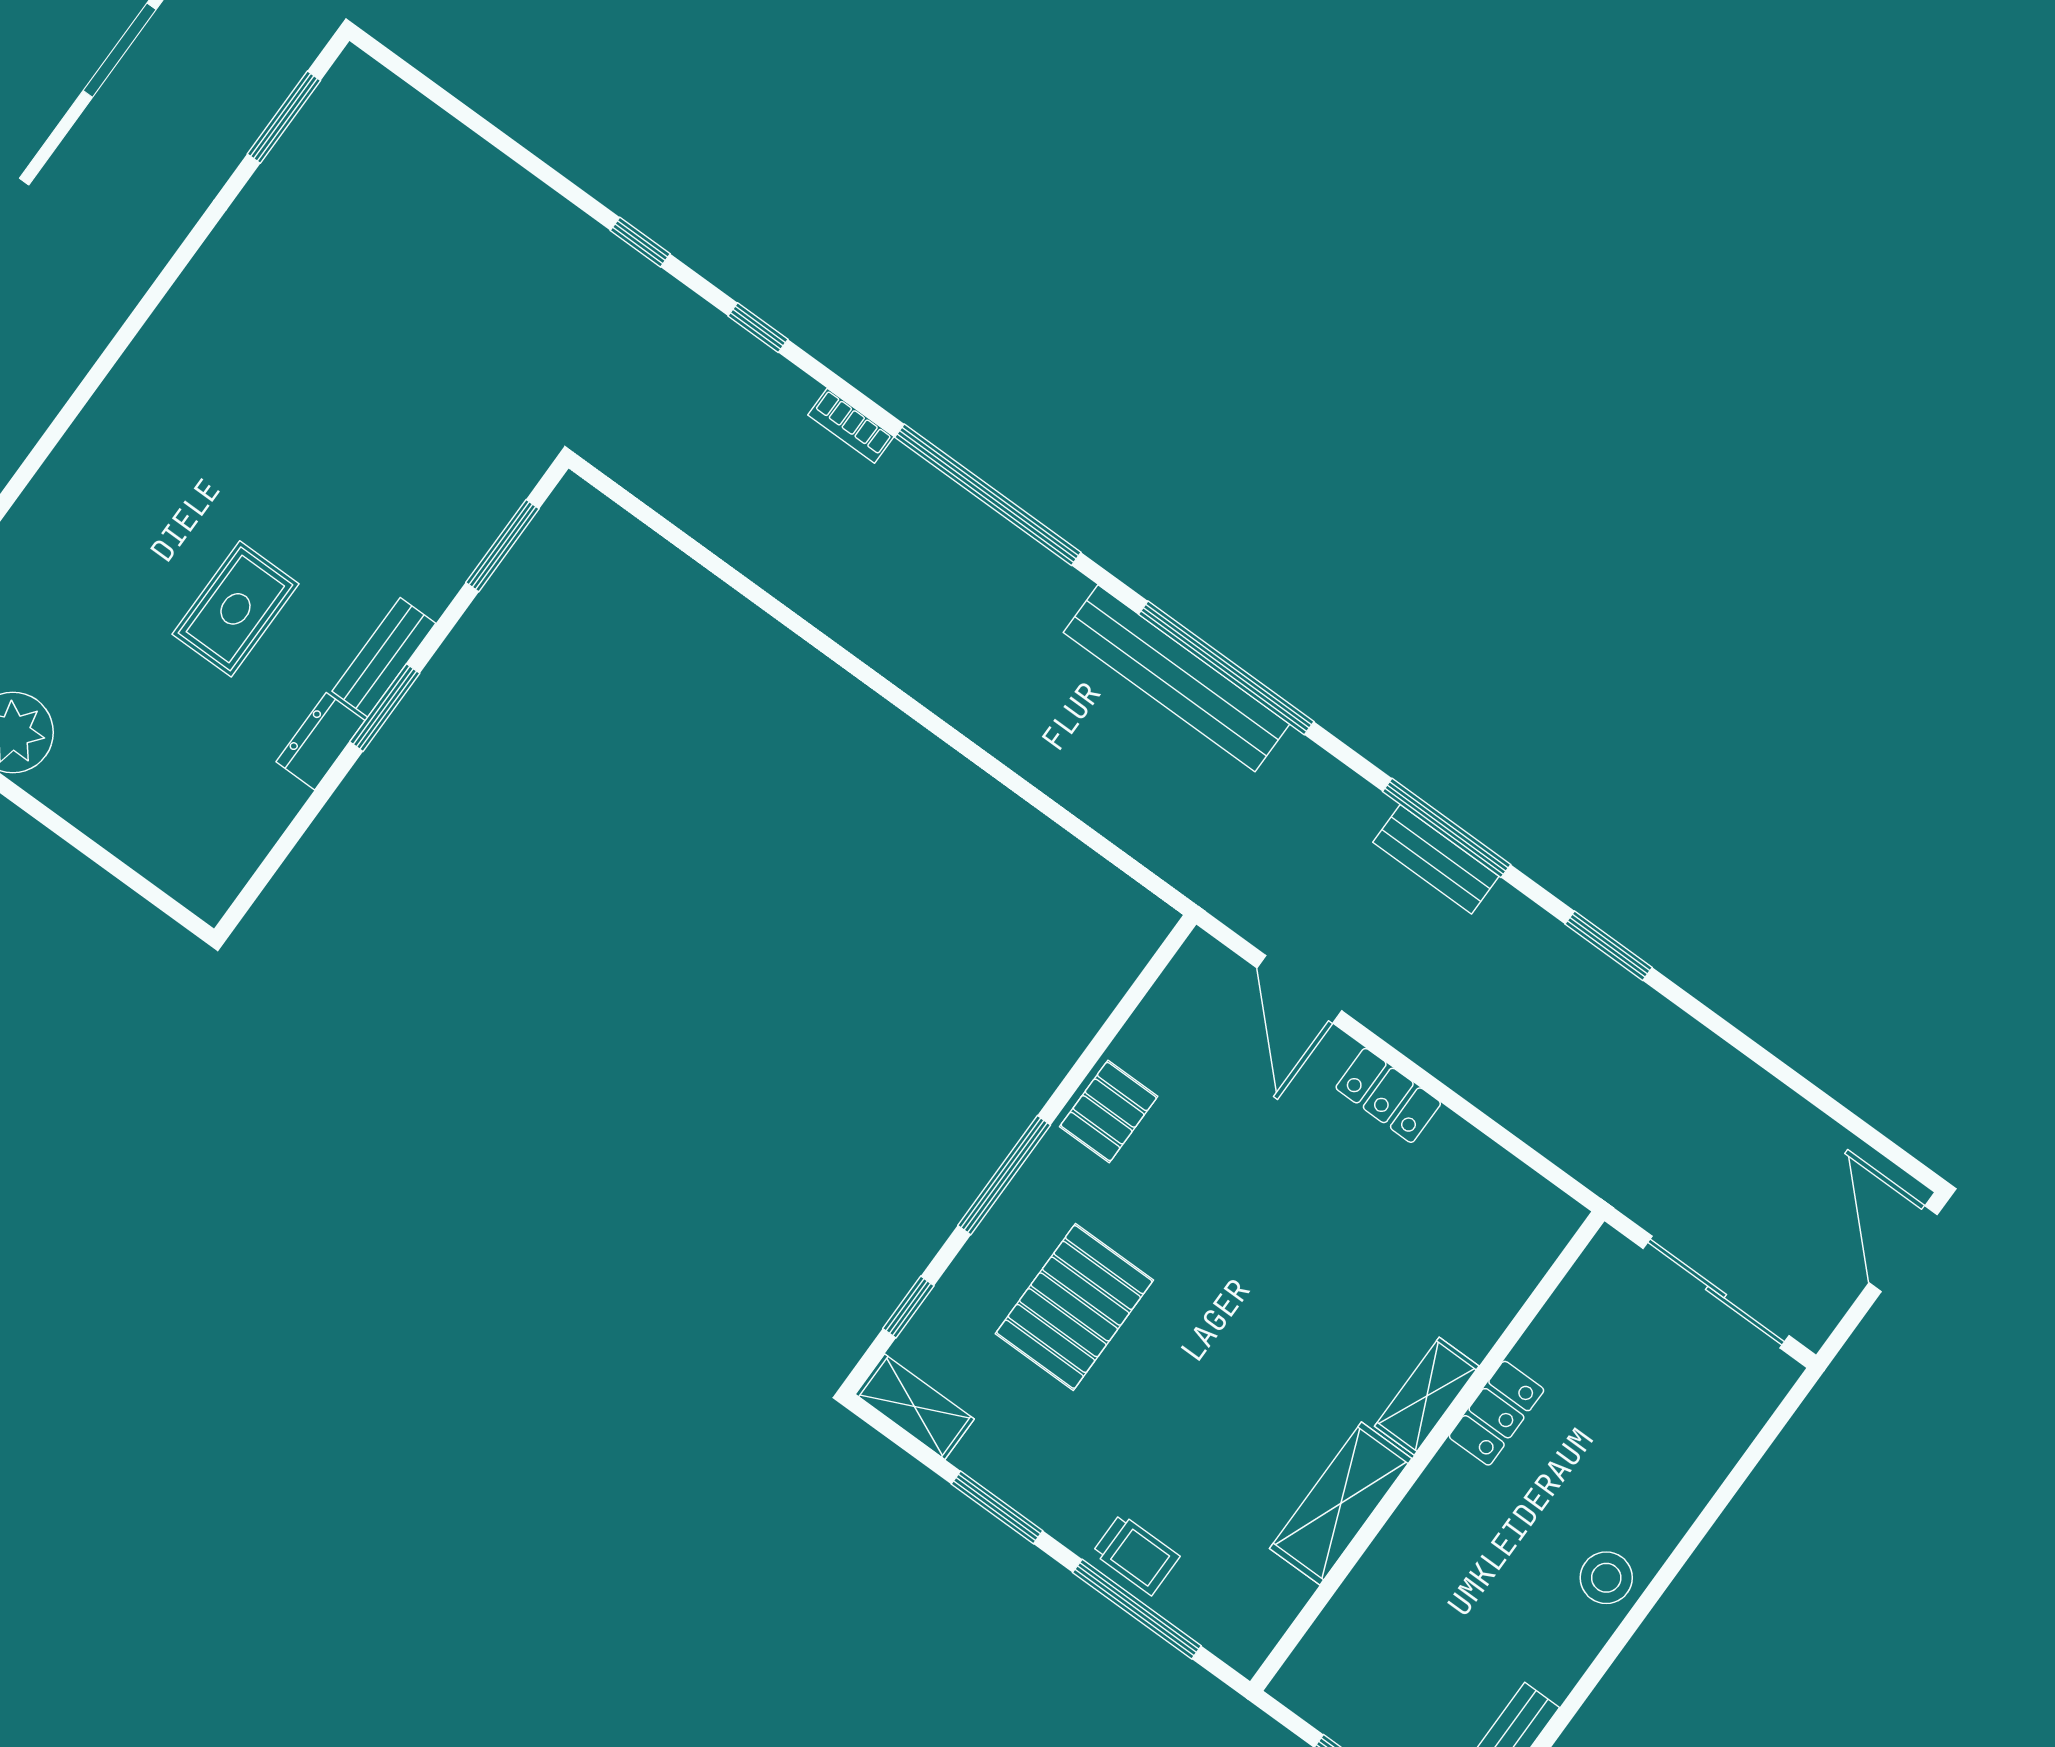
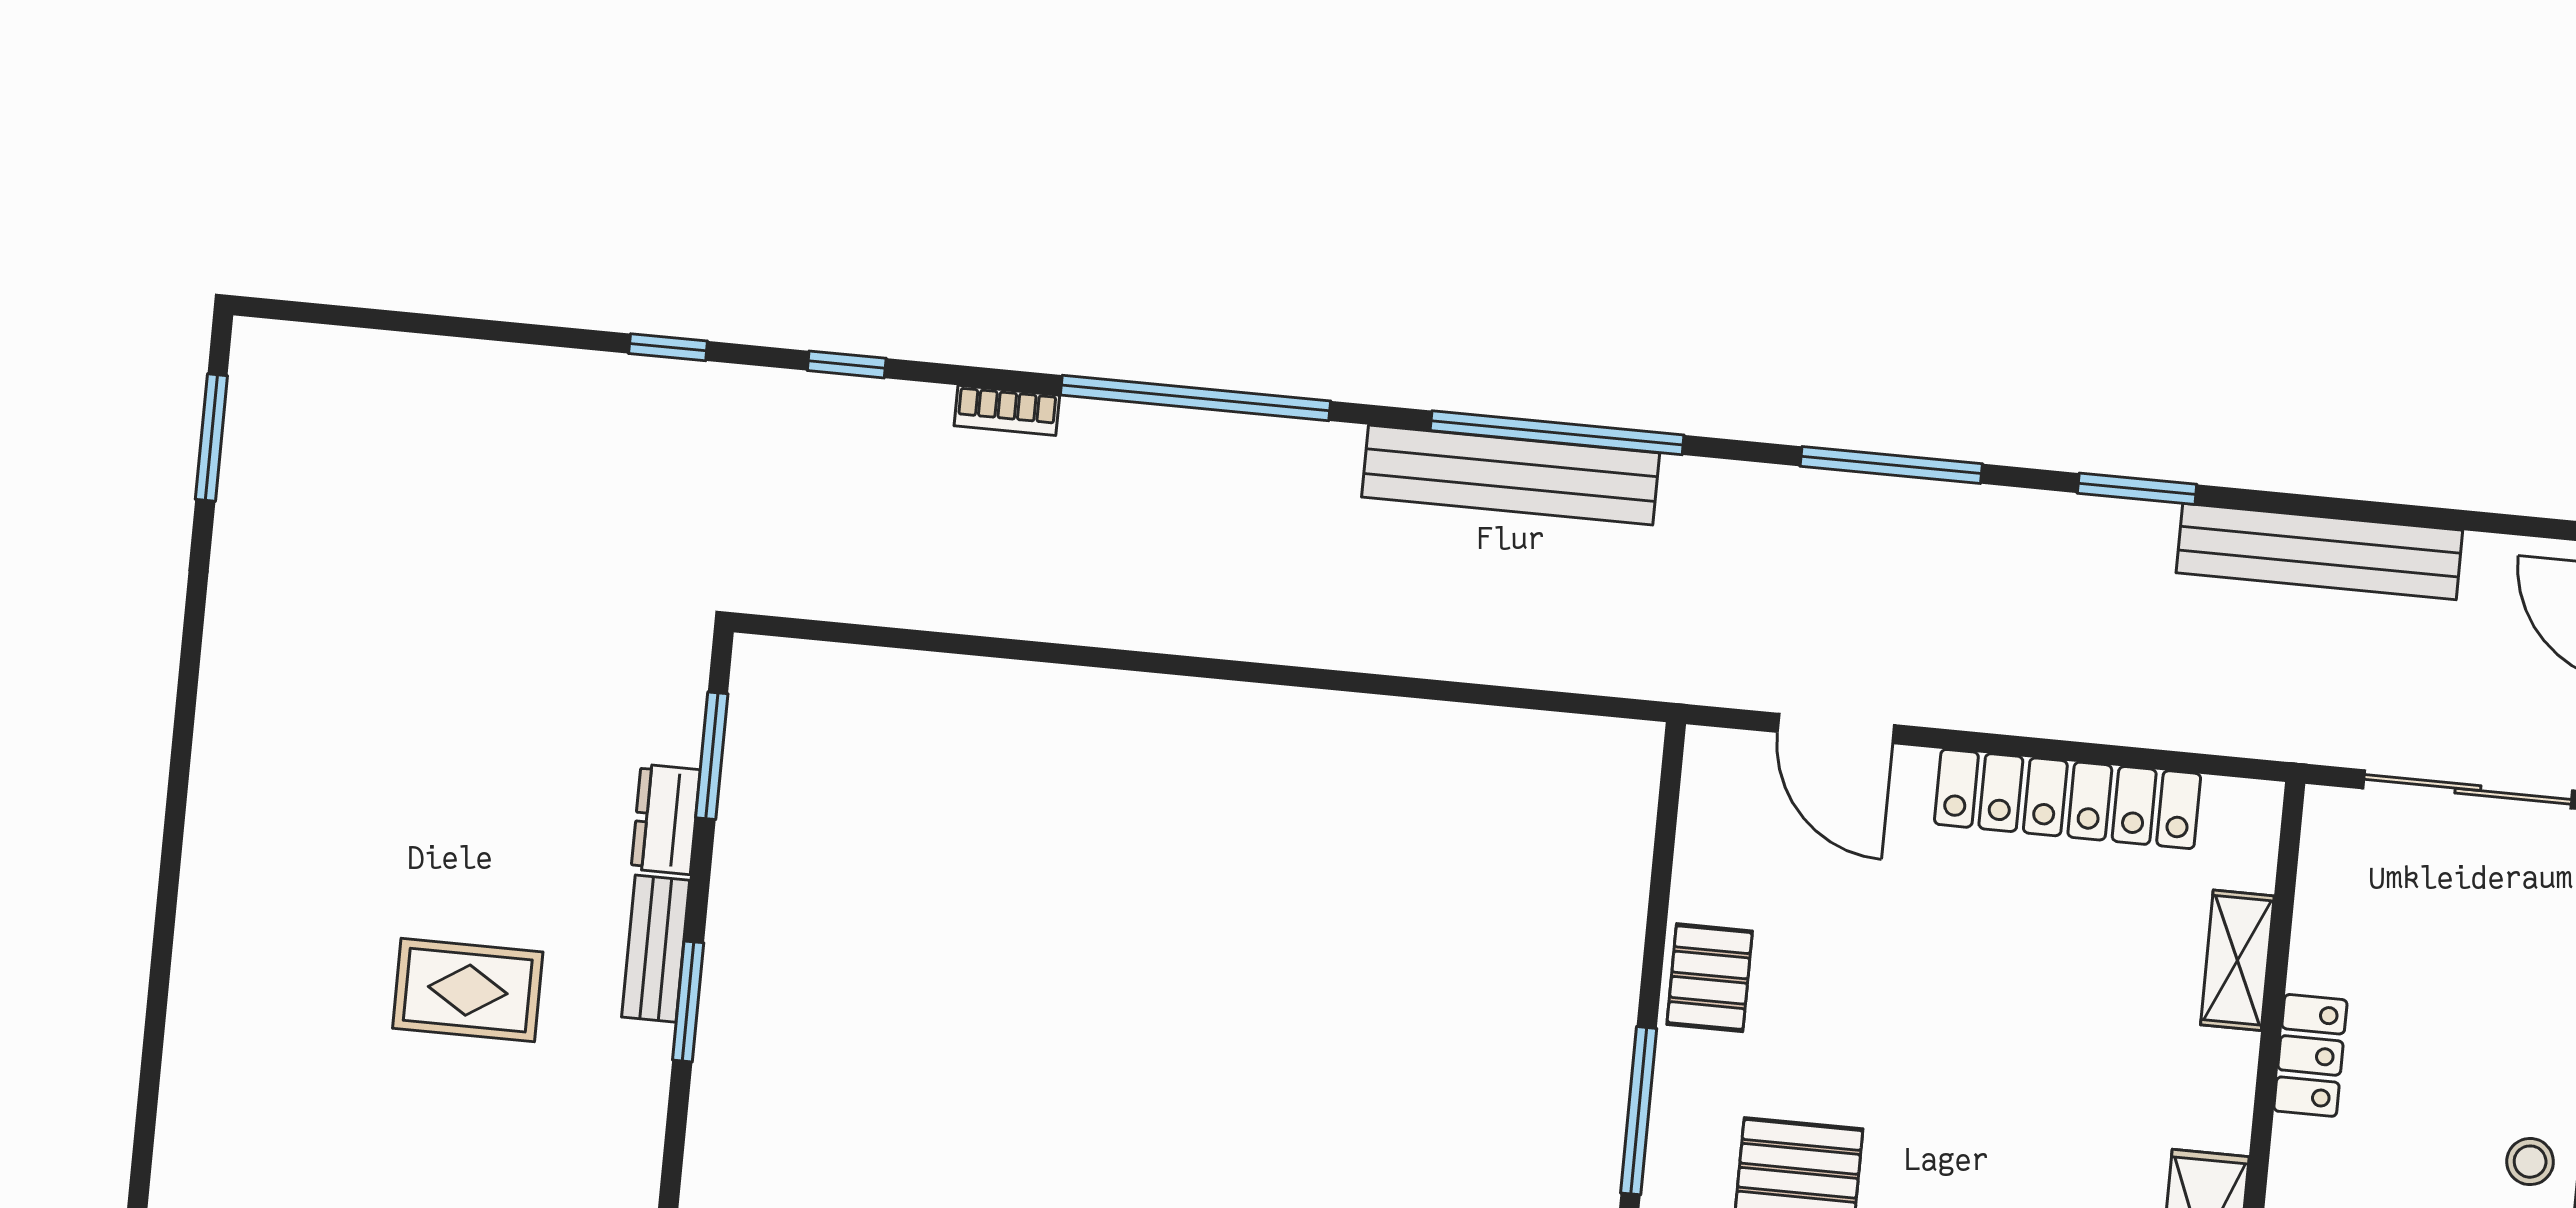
rug: (235, 609) -> (468, 990), turned 90
dresser: (321, 741) -> (666, 819), moved
bench: (1436, 859) -> (2319, 551), moved, width x1.86, depth x1.21
locker: (1388, 1095) -> (2068, 799), width x2.16, depth x1.21
shelving: (1427, 1396) -> (2237, 960), moved
stool: (1606, 1578) -> (2530, 1162), width x0.73, depth x0.73

